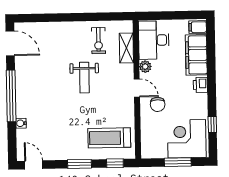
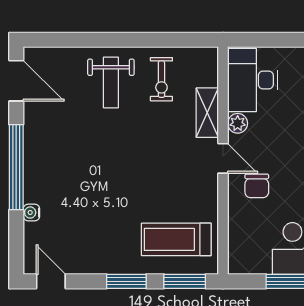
shelving: (126, 48) -> (207, 113), moved
weight bench: (84, 78) -> (111, 82), moved
window: (115, 163) -> (185, 281), width x1.50

